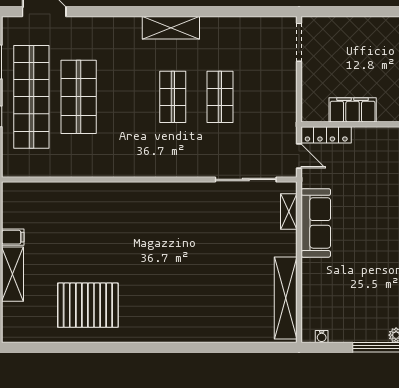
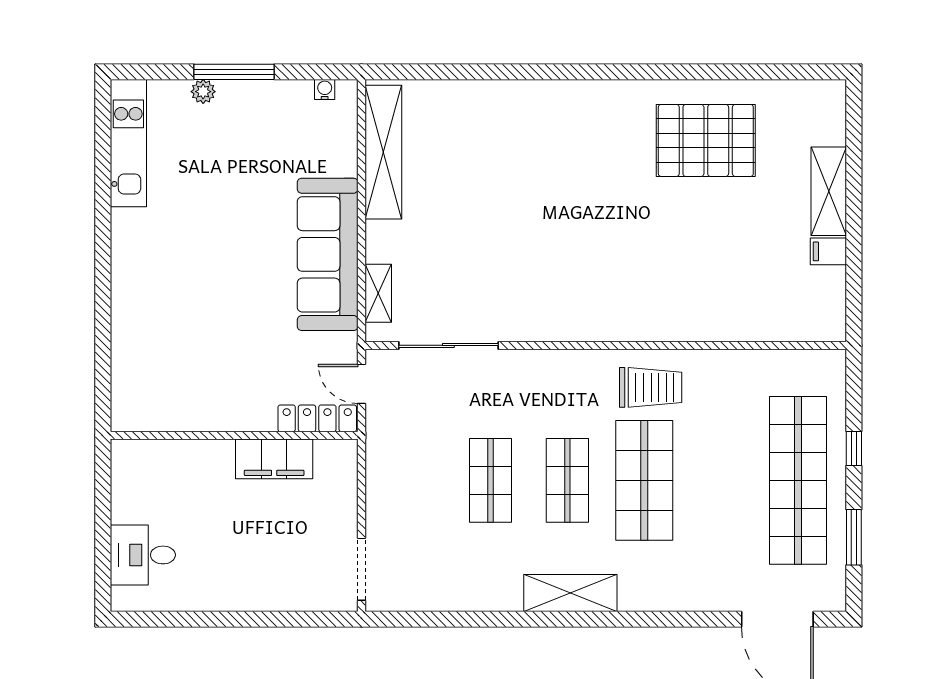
shop shelf: (79, 97) -> (644, 480), moved
trolley: (122, 154) -> (651, 387), added
sofa: (316, 223) -> (328, 254), width x1.36, depth x1.27

